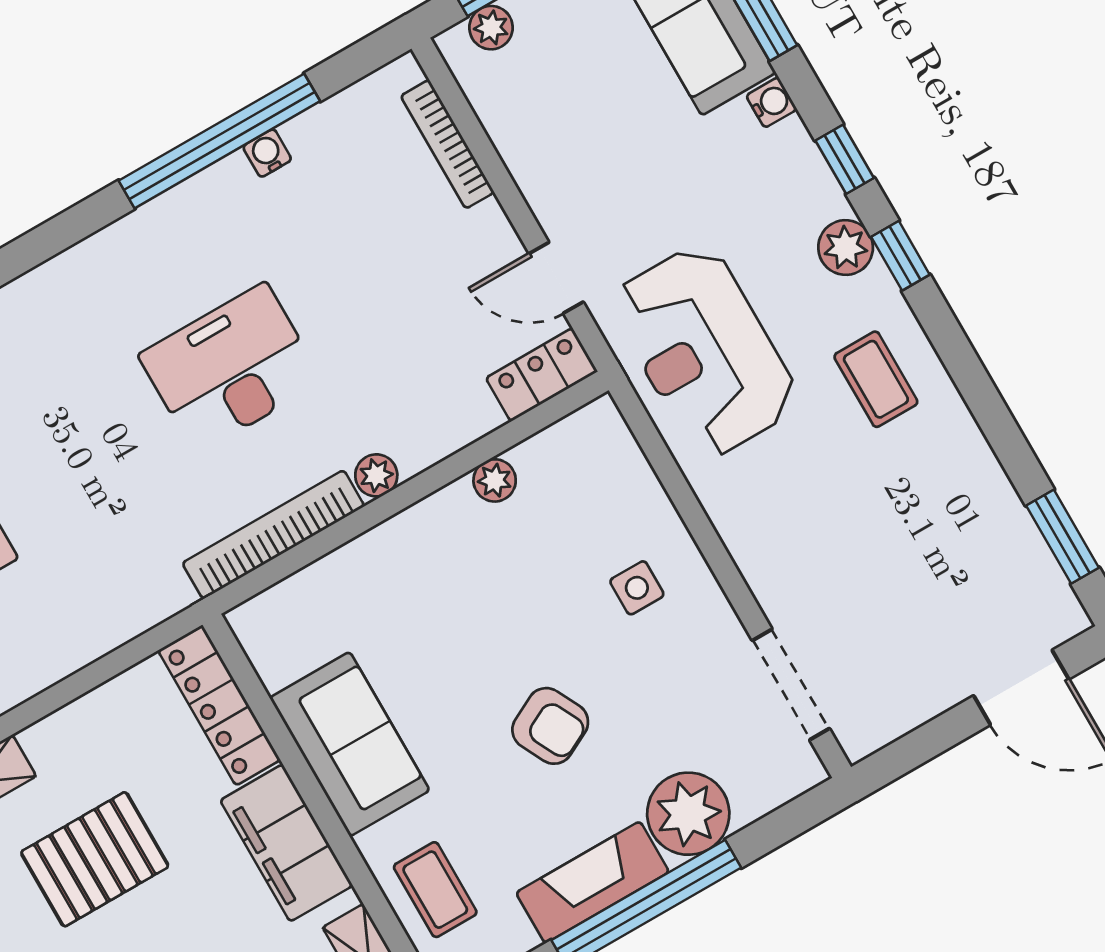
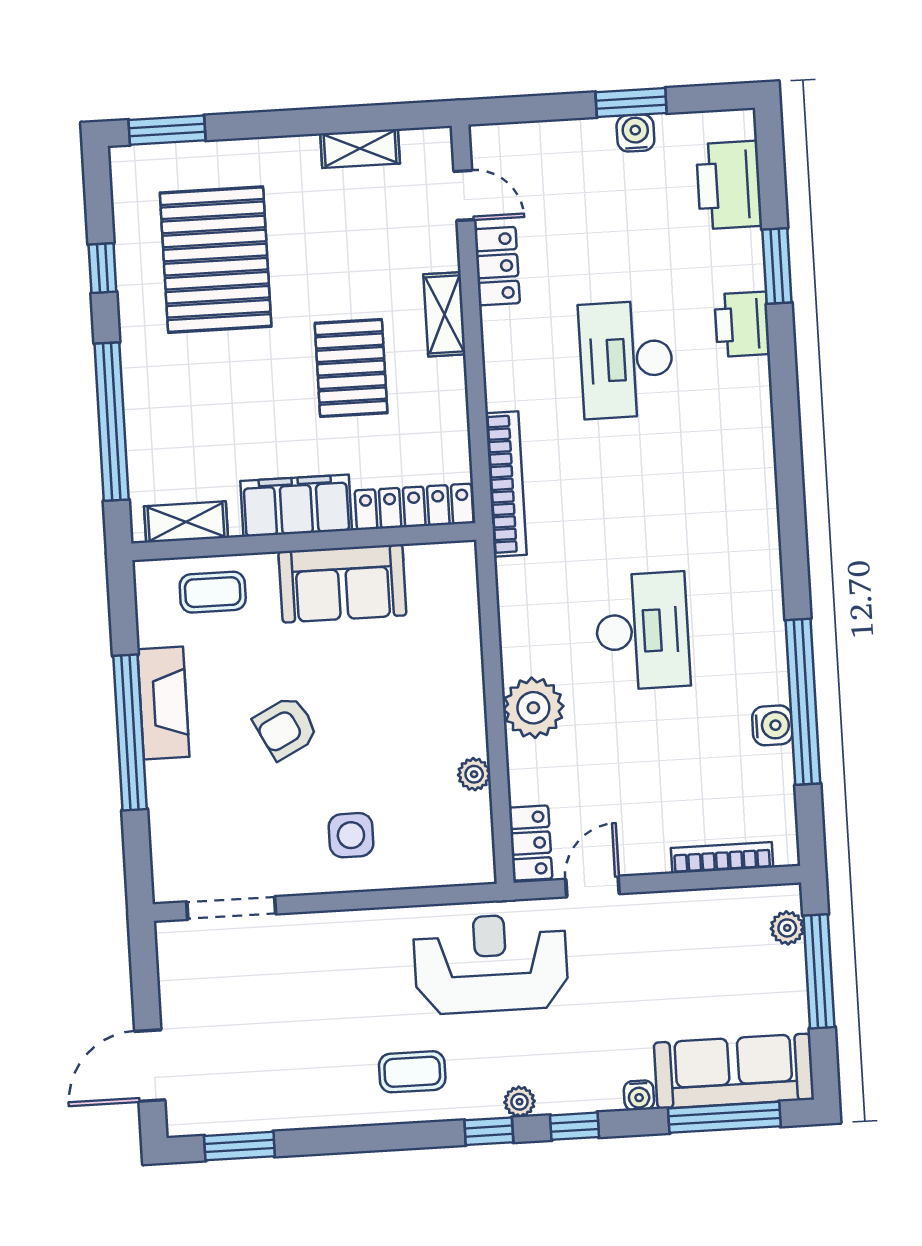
water cooler: (267, 153) -> (772, 725), width x1.38, depth x1.38
plant: (846, 248) -> (520, 1102), width x0.73, depth x0.73
plant: (376, 475) -> (533, 708), width x1.87, depth x1.87
bookcase: (273, 535) -> (506, 484), moved
side table: (637, 588) -> (351, 835), width x1.37, depth x1.37
plant: (688, 814) -> (178, 793), removed

